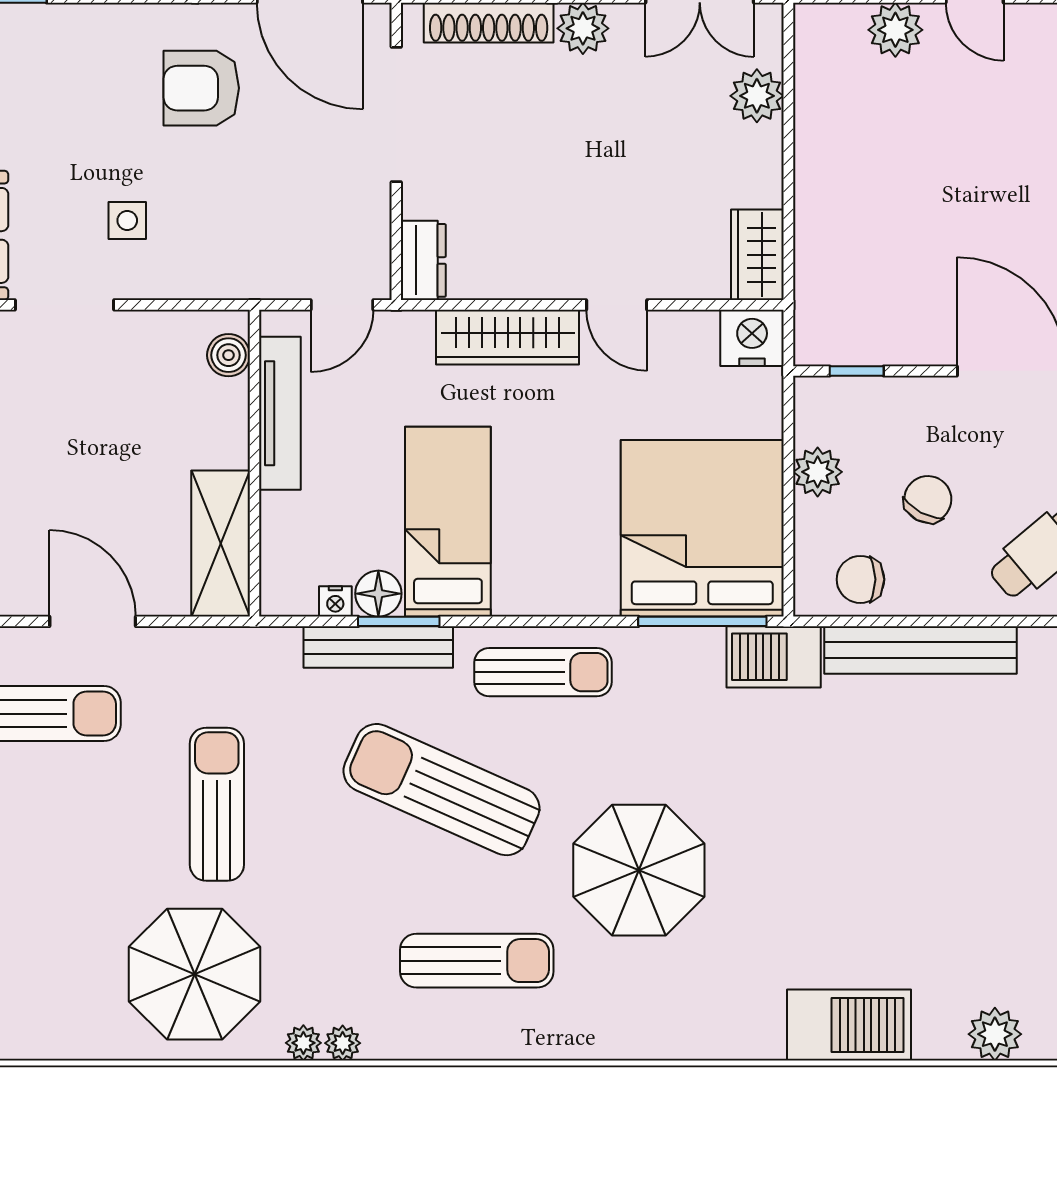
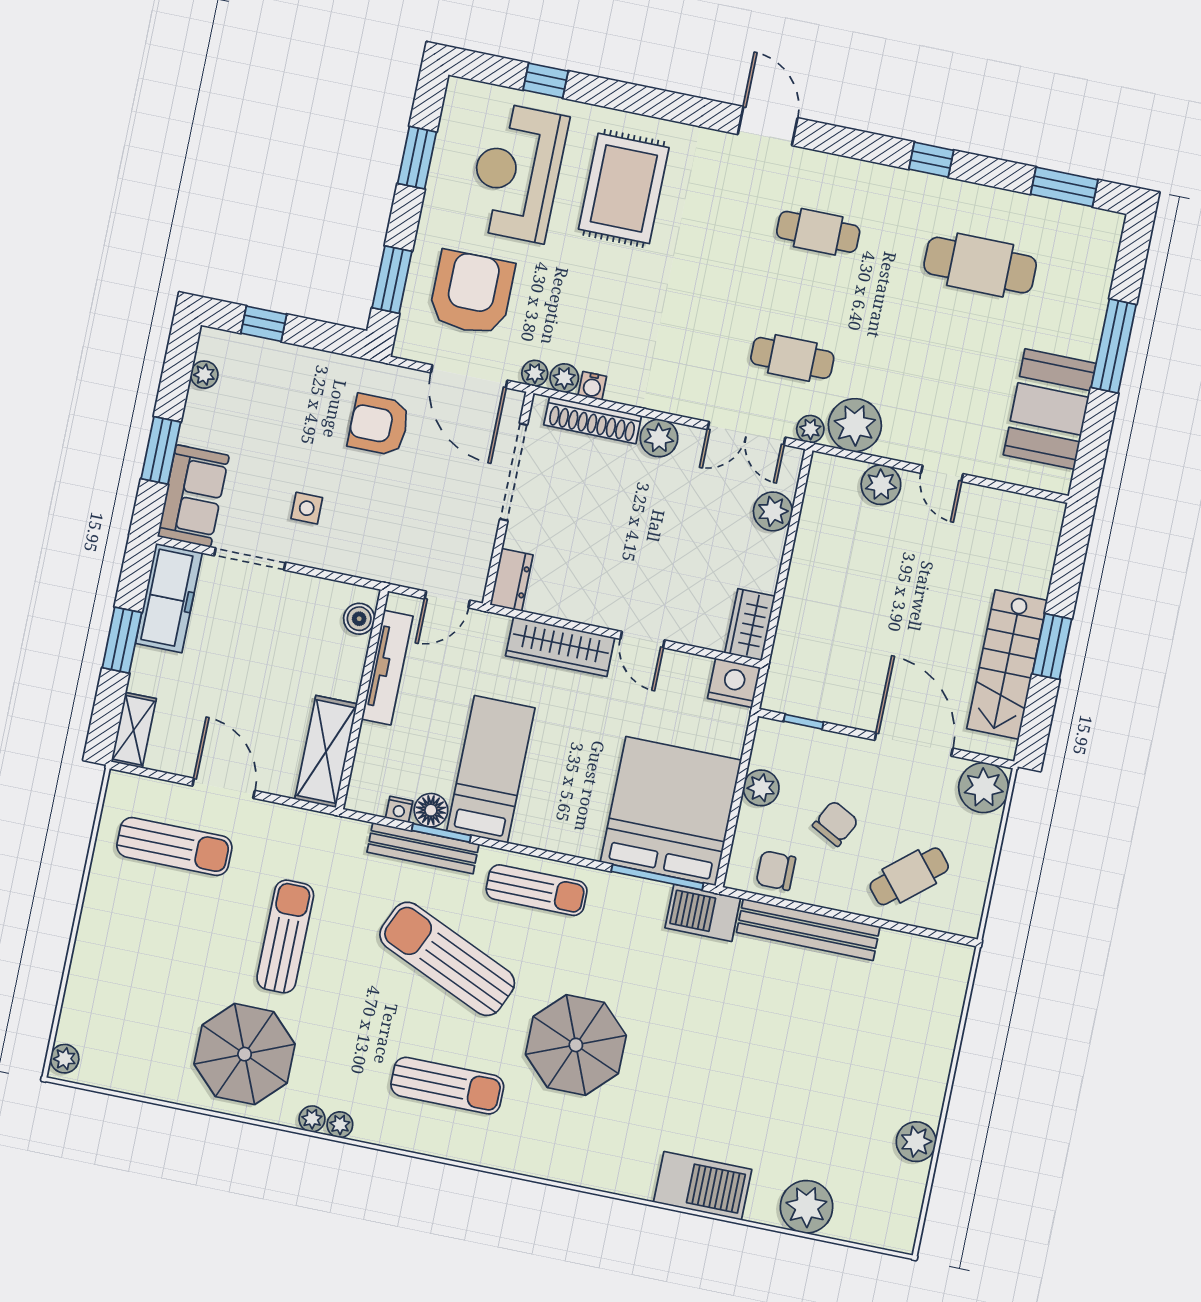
plant: (995, 1034) -> (807, 1207), width x1.36, depth x1.36

